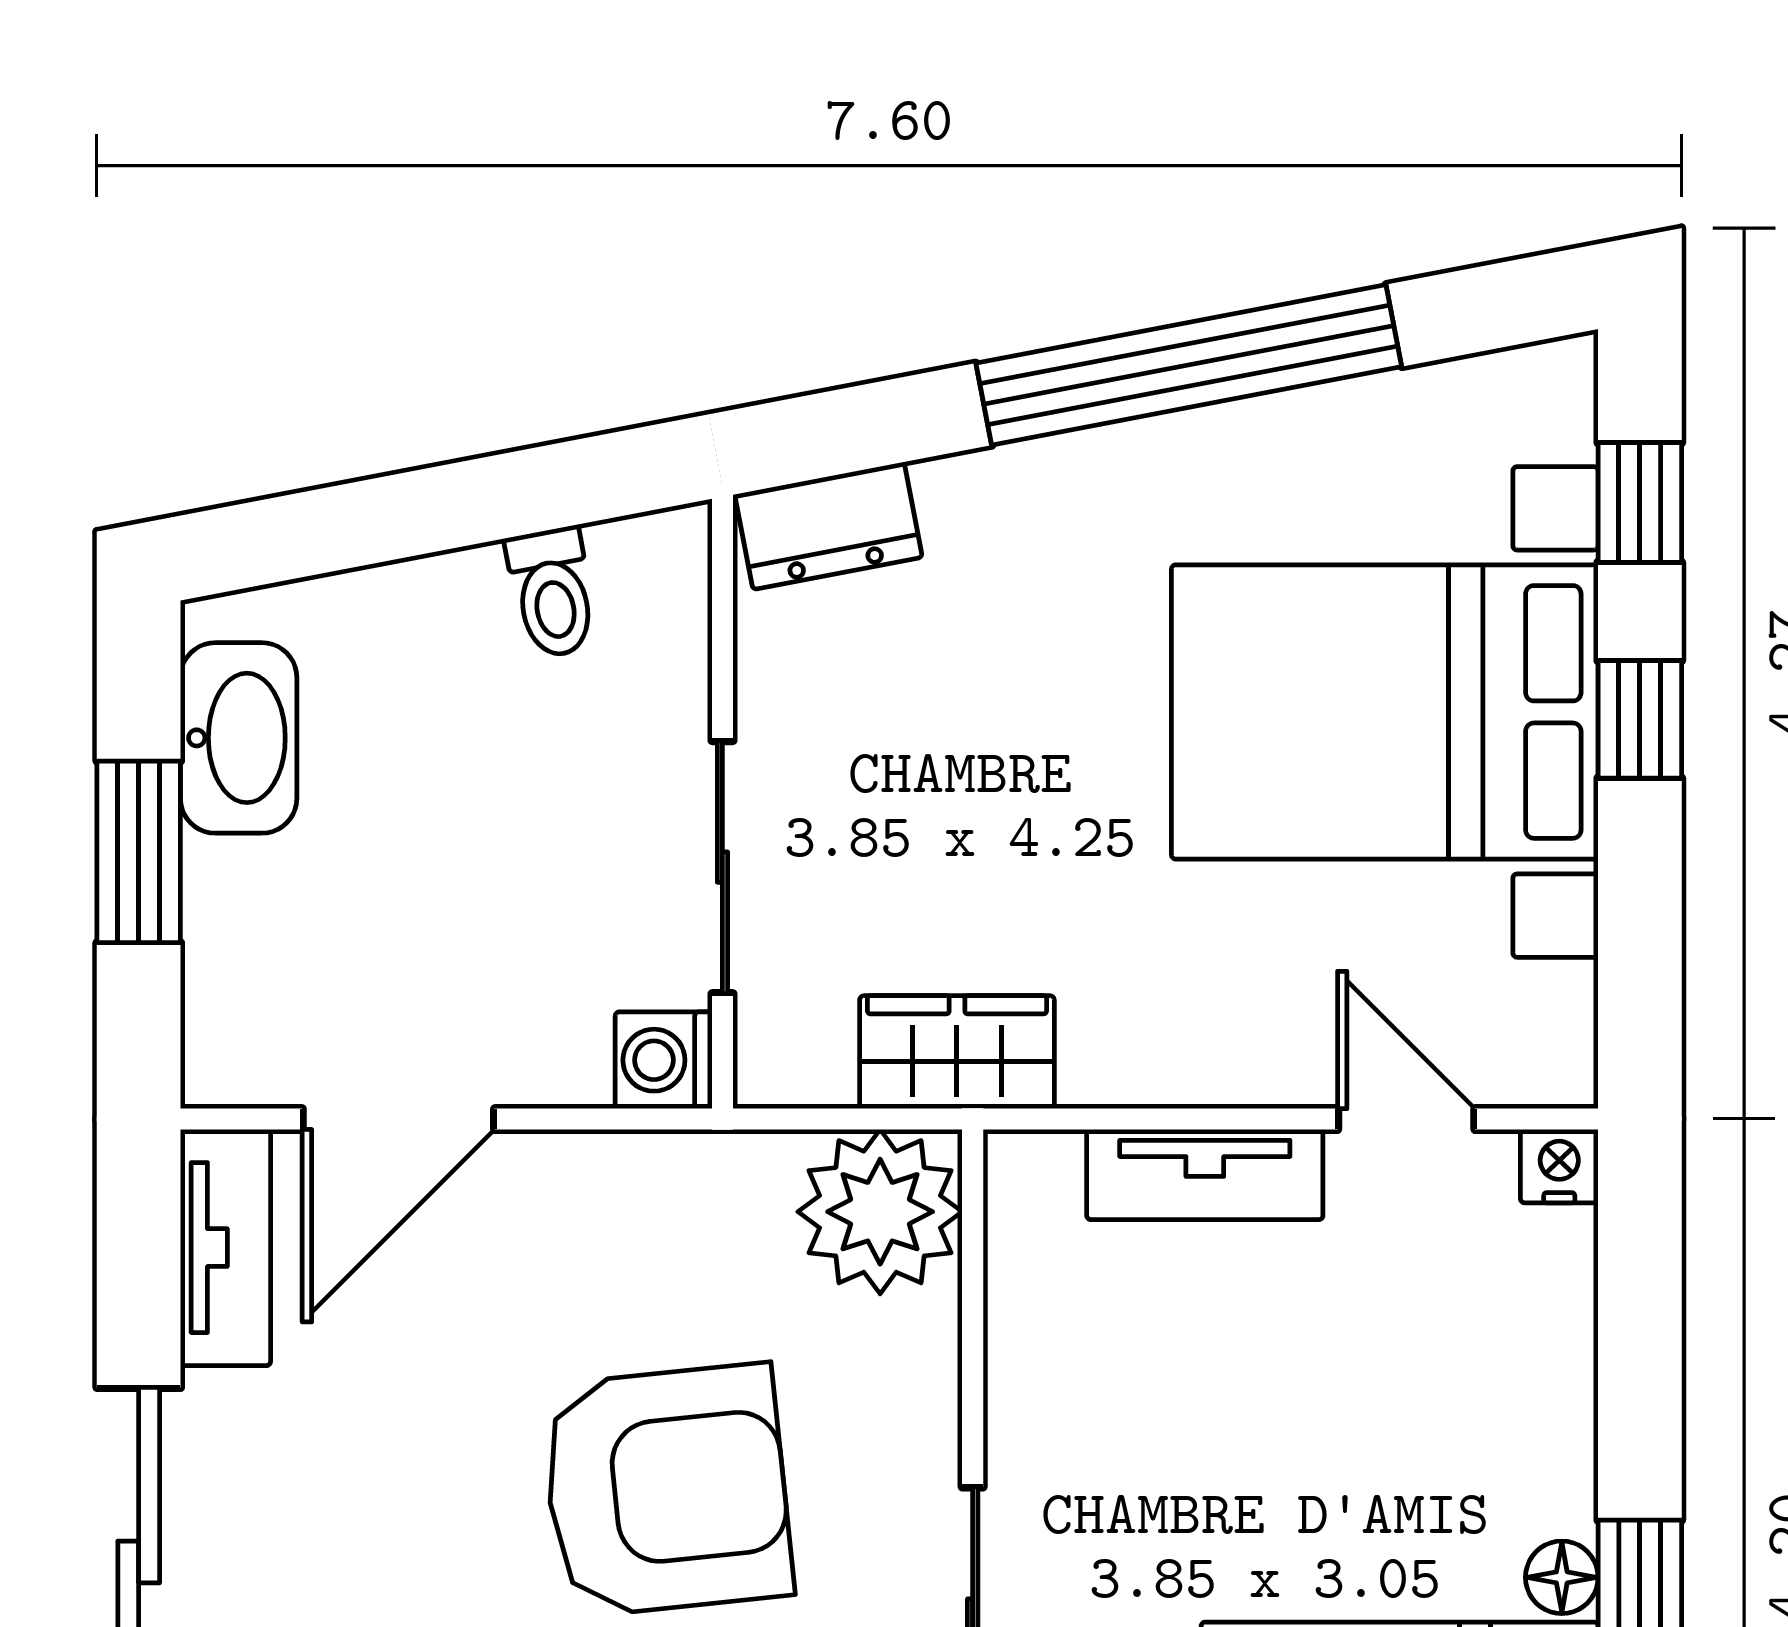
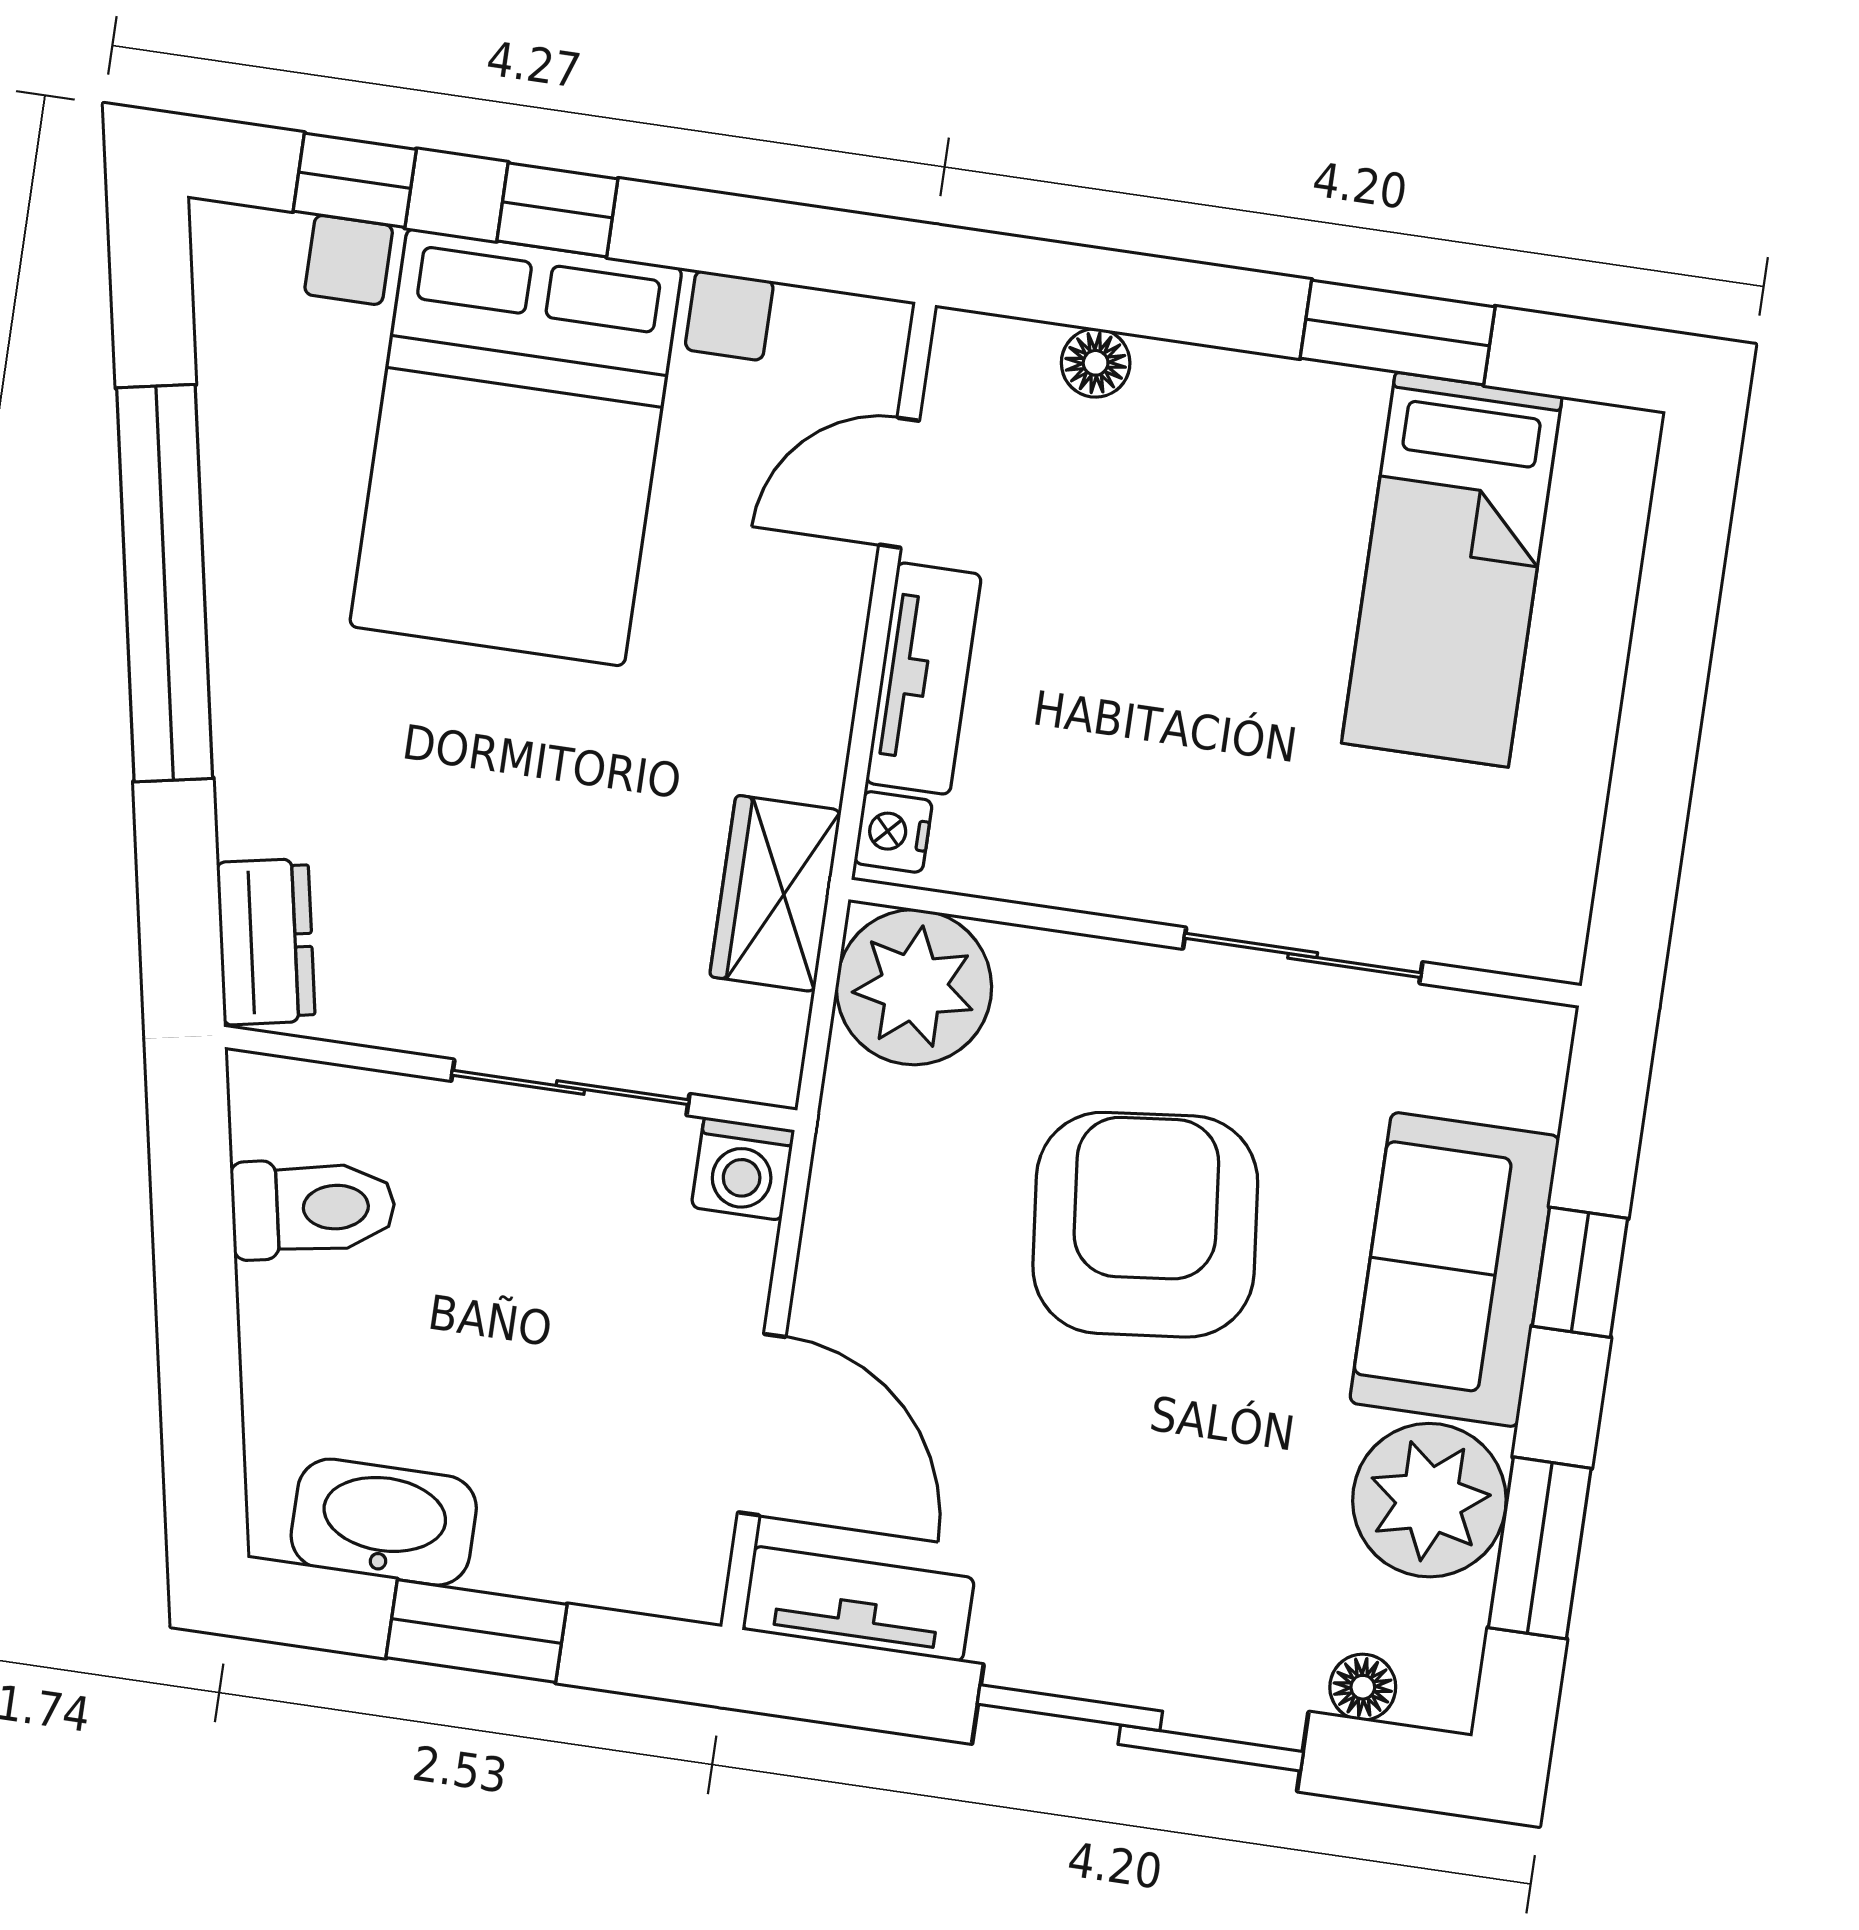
toilet: (552, 592) -> (313, 1208), width x1.37, depth x1.39
nightstand: (1559, 1166) -> (893, 832), moved
floor lamp: (1562, 1577) -> (1096, 363), moved

